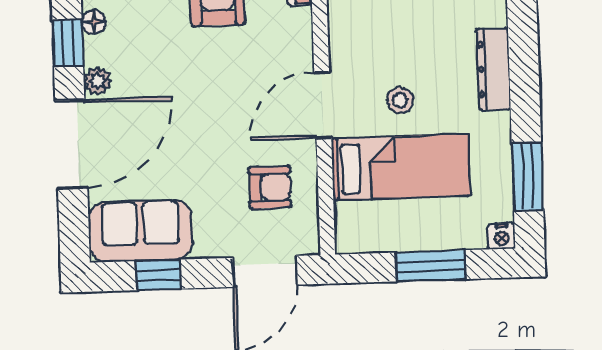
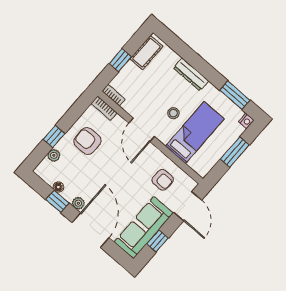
door: (323, 105) -> (142, 130), moved
armchair: (270, 187) -> (163, 180), turned 90
sofa: (140, 231) -> (144, 228), width x1.36

